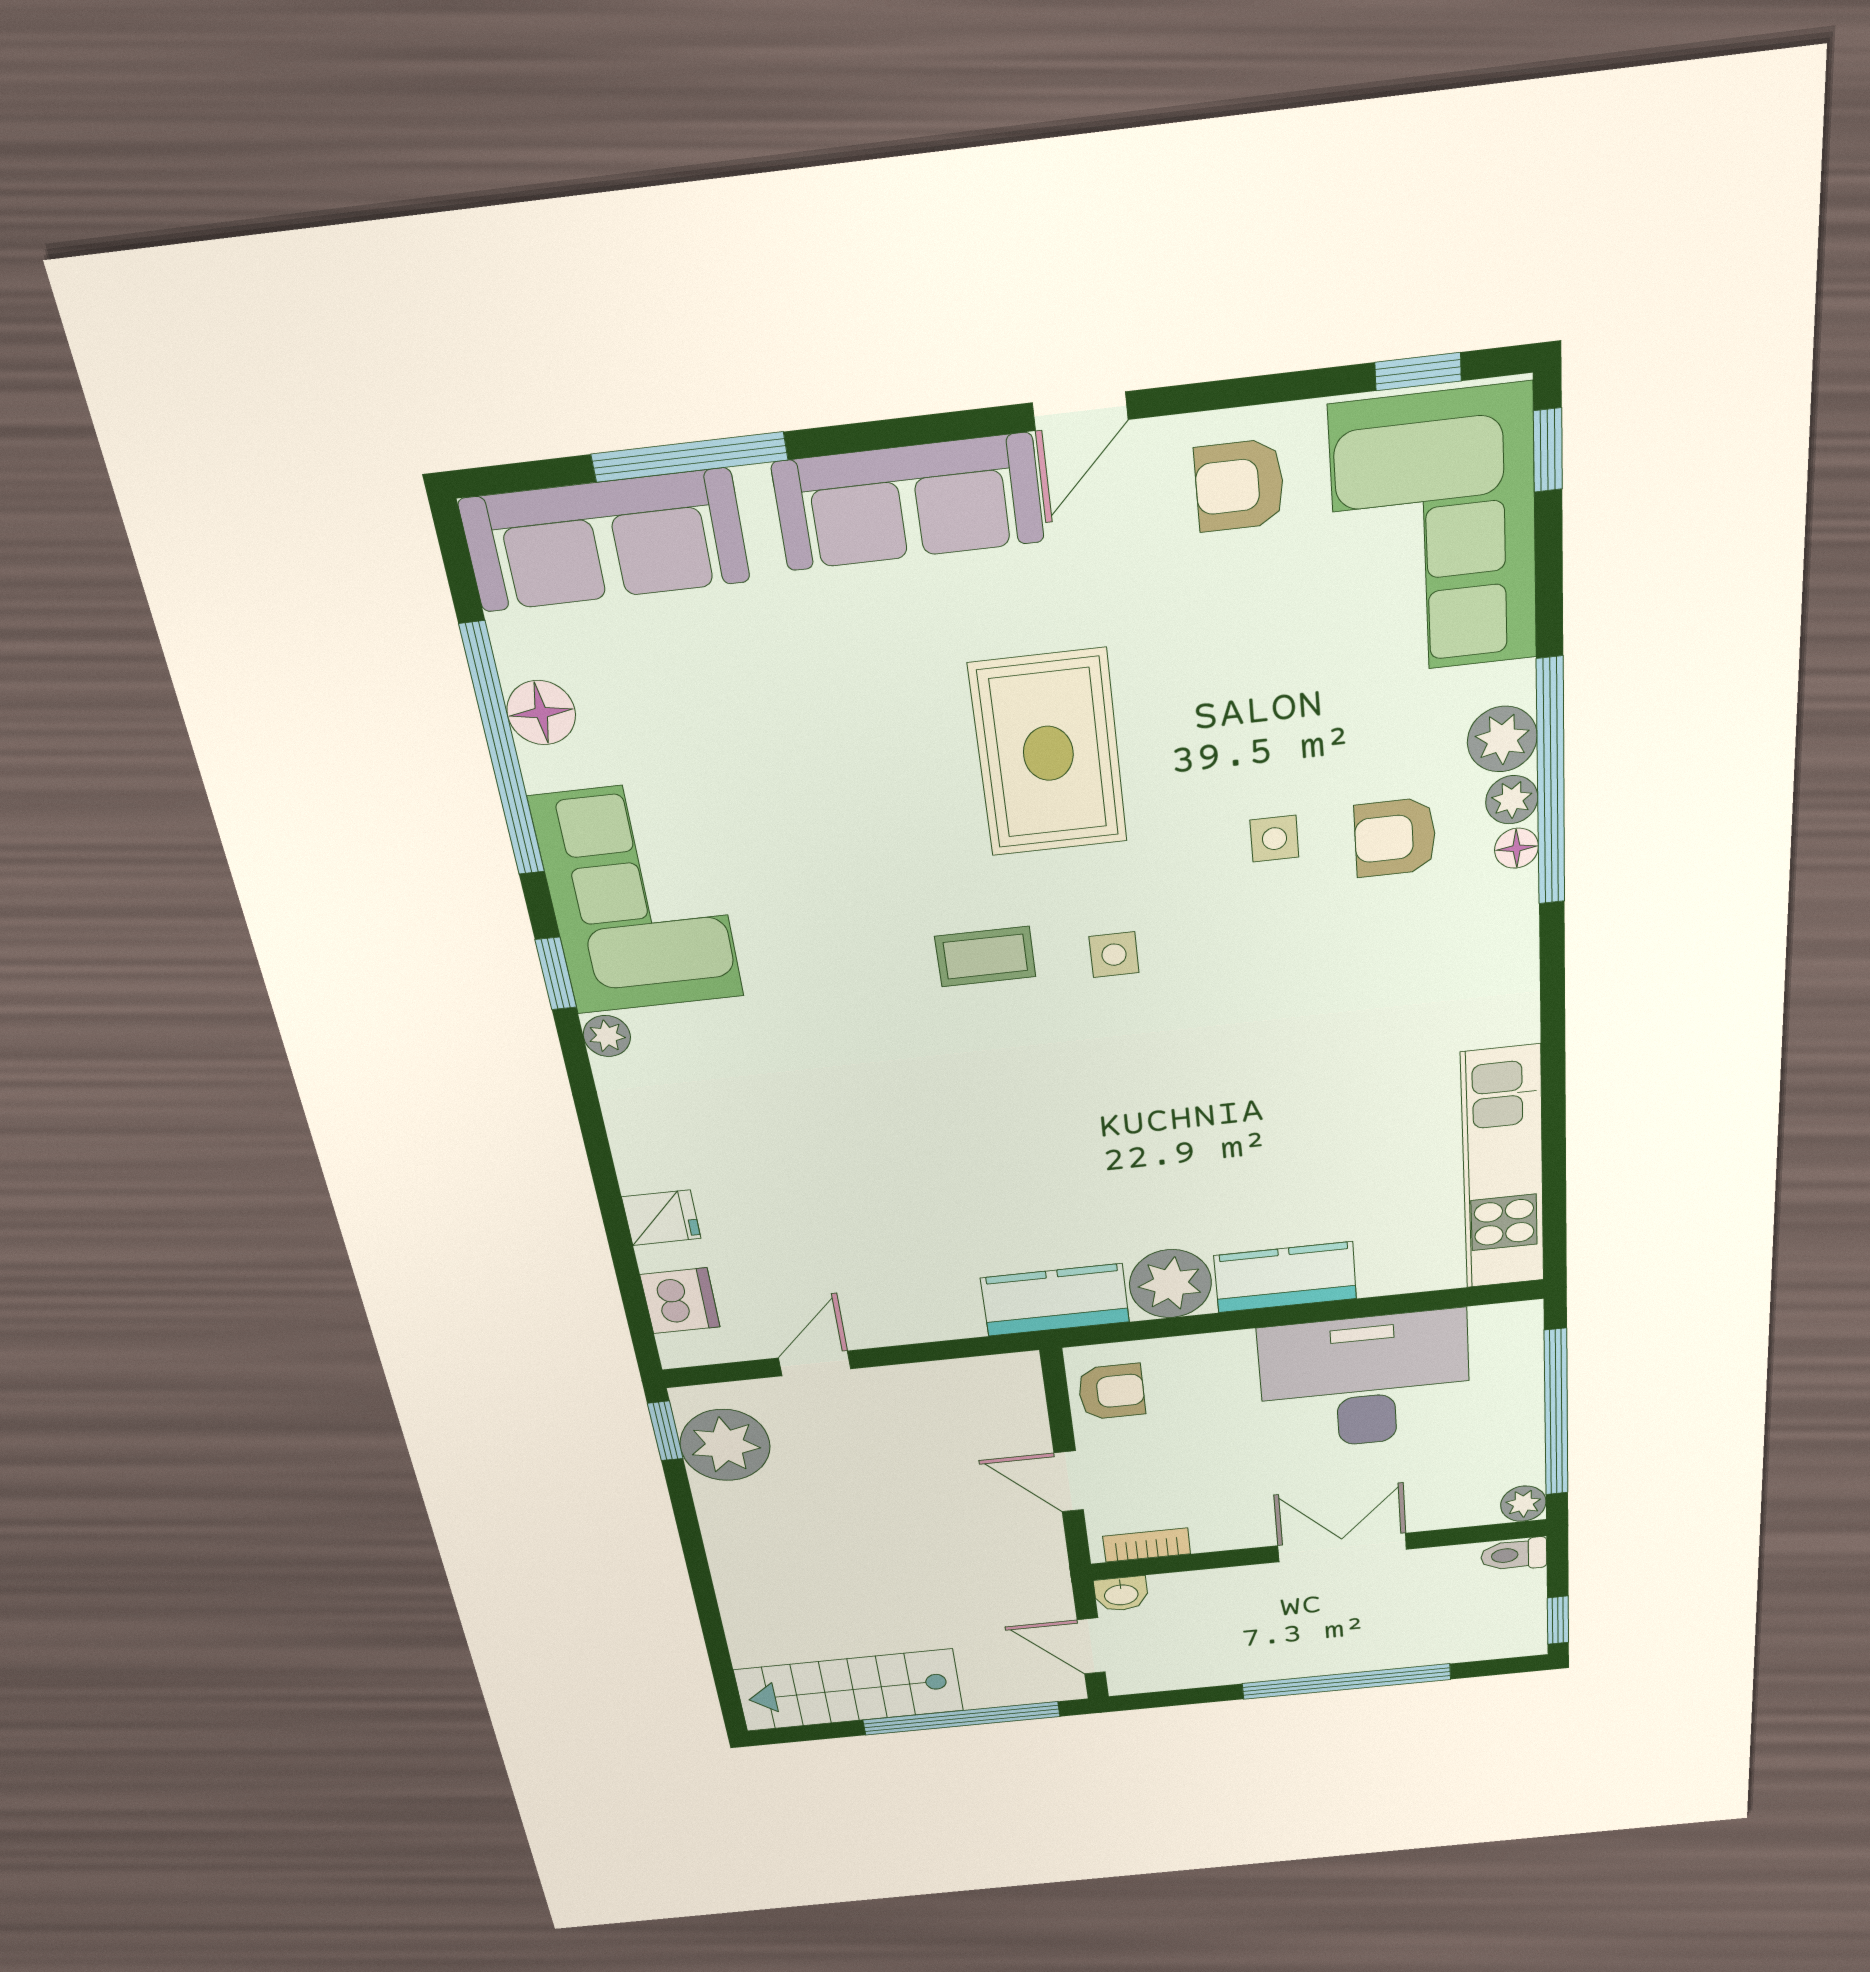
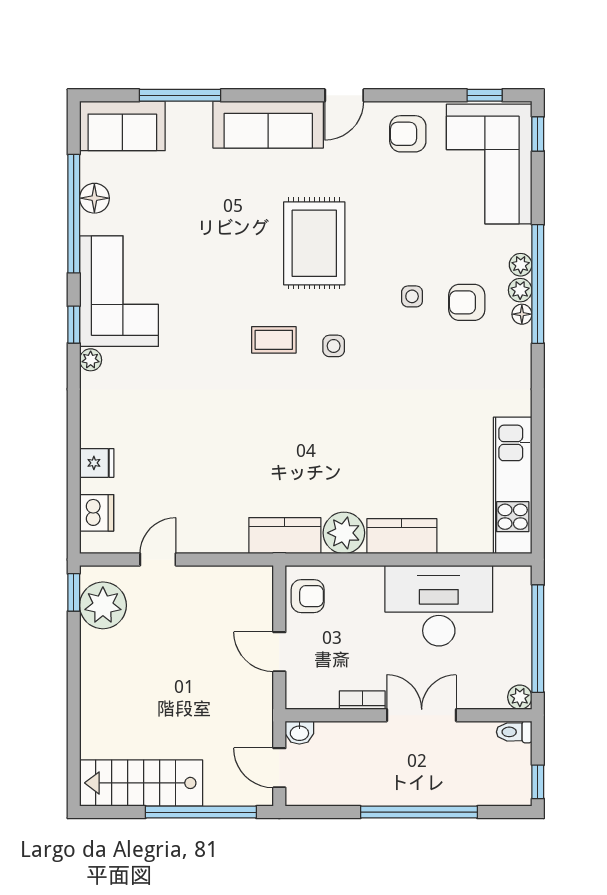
sofa: (605, 540) -> (122, 126), width x0.73
plant: (1502, 739) -> (521, 265), width x0.73, depth x0.73
bookcase: (1147, 1545) -> (362, 700), moved

